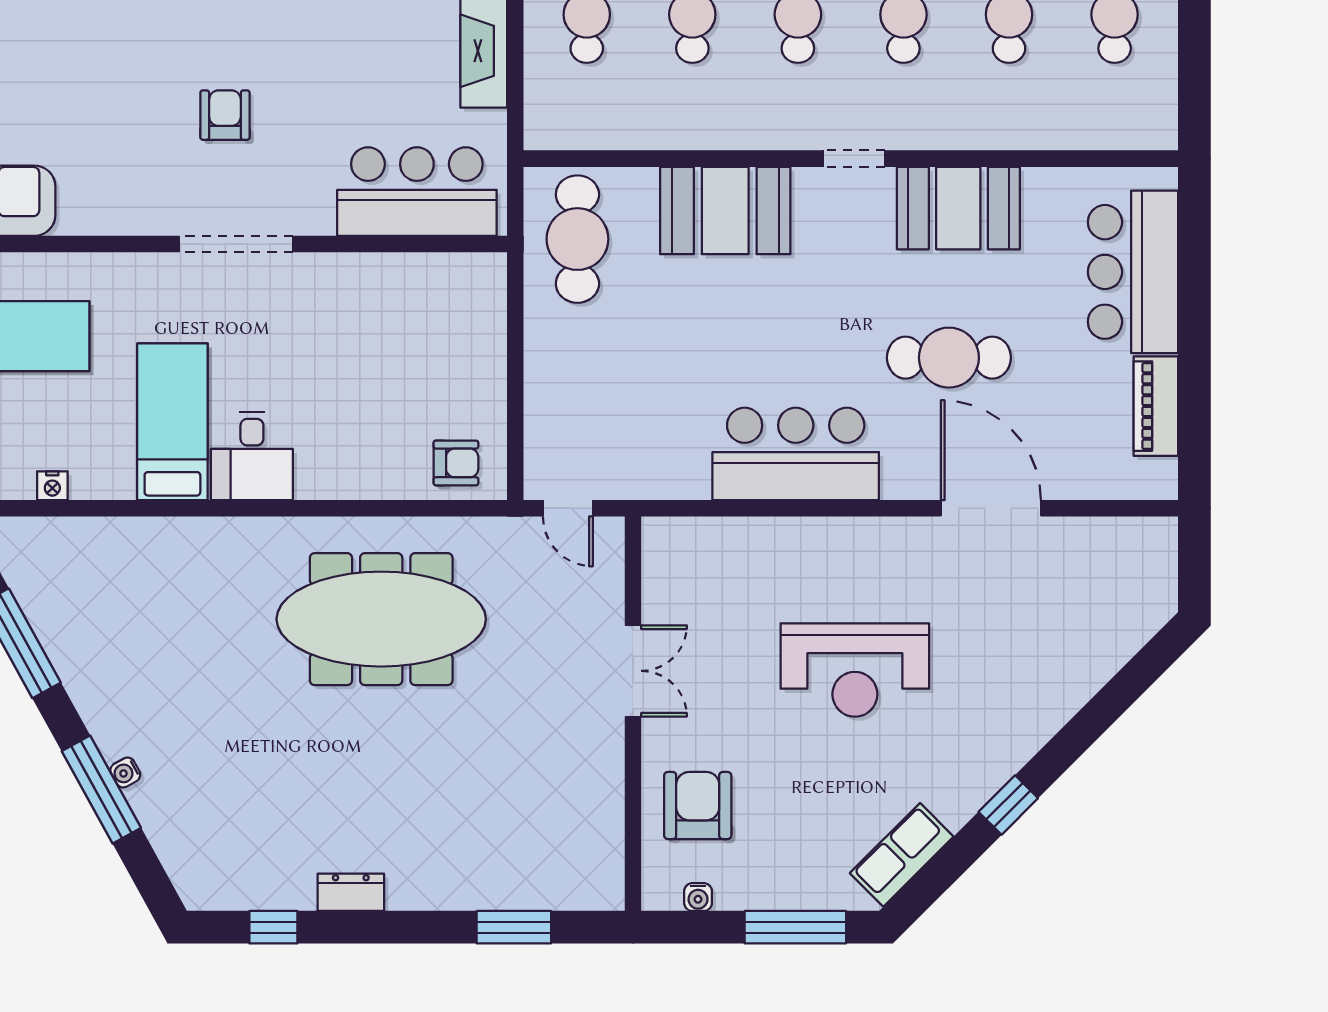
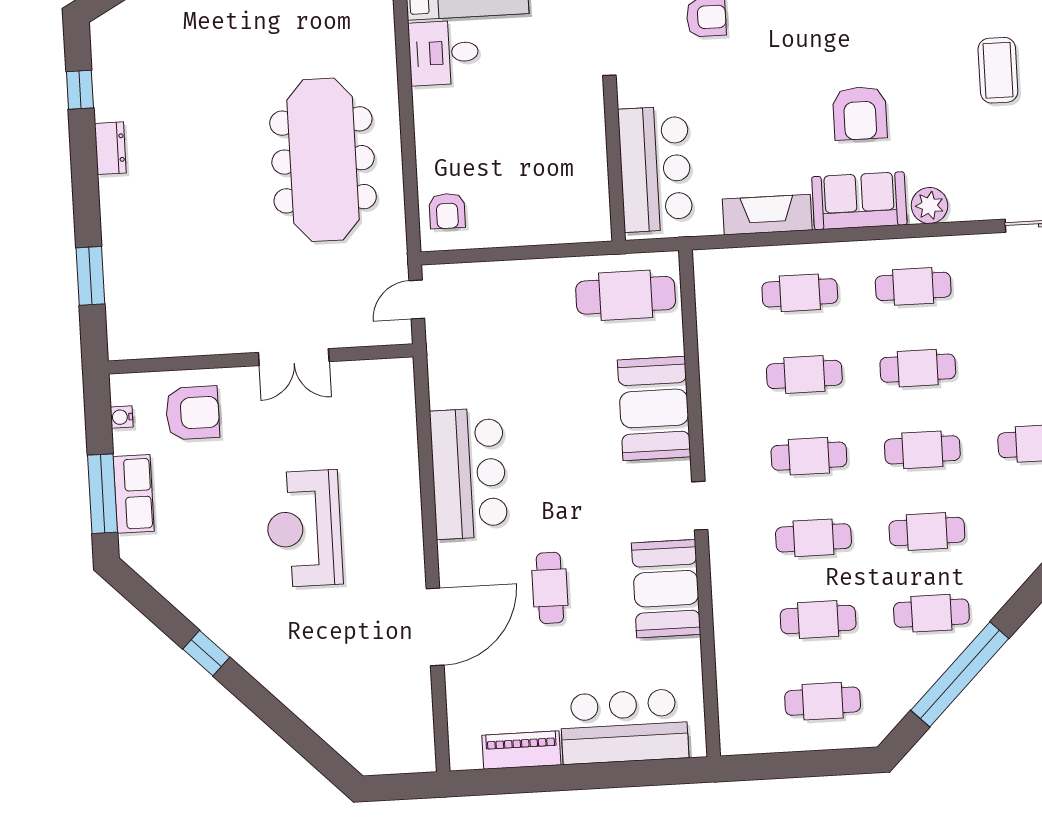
cafe table: (949, 358) -> (550, 588), width x0.73, depth x0.74
row of seats: (902, 855) -> (134, 494), moved, turned 45

